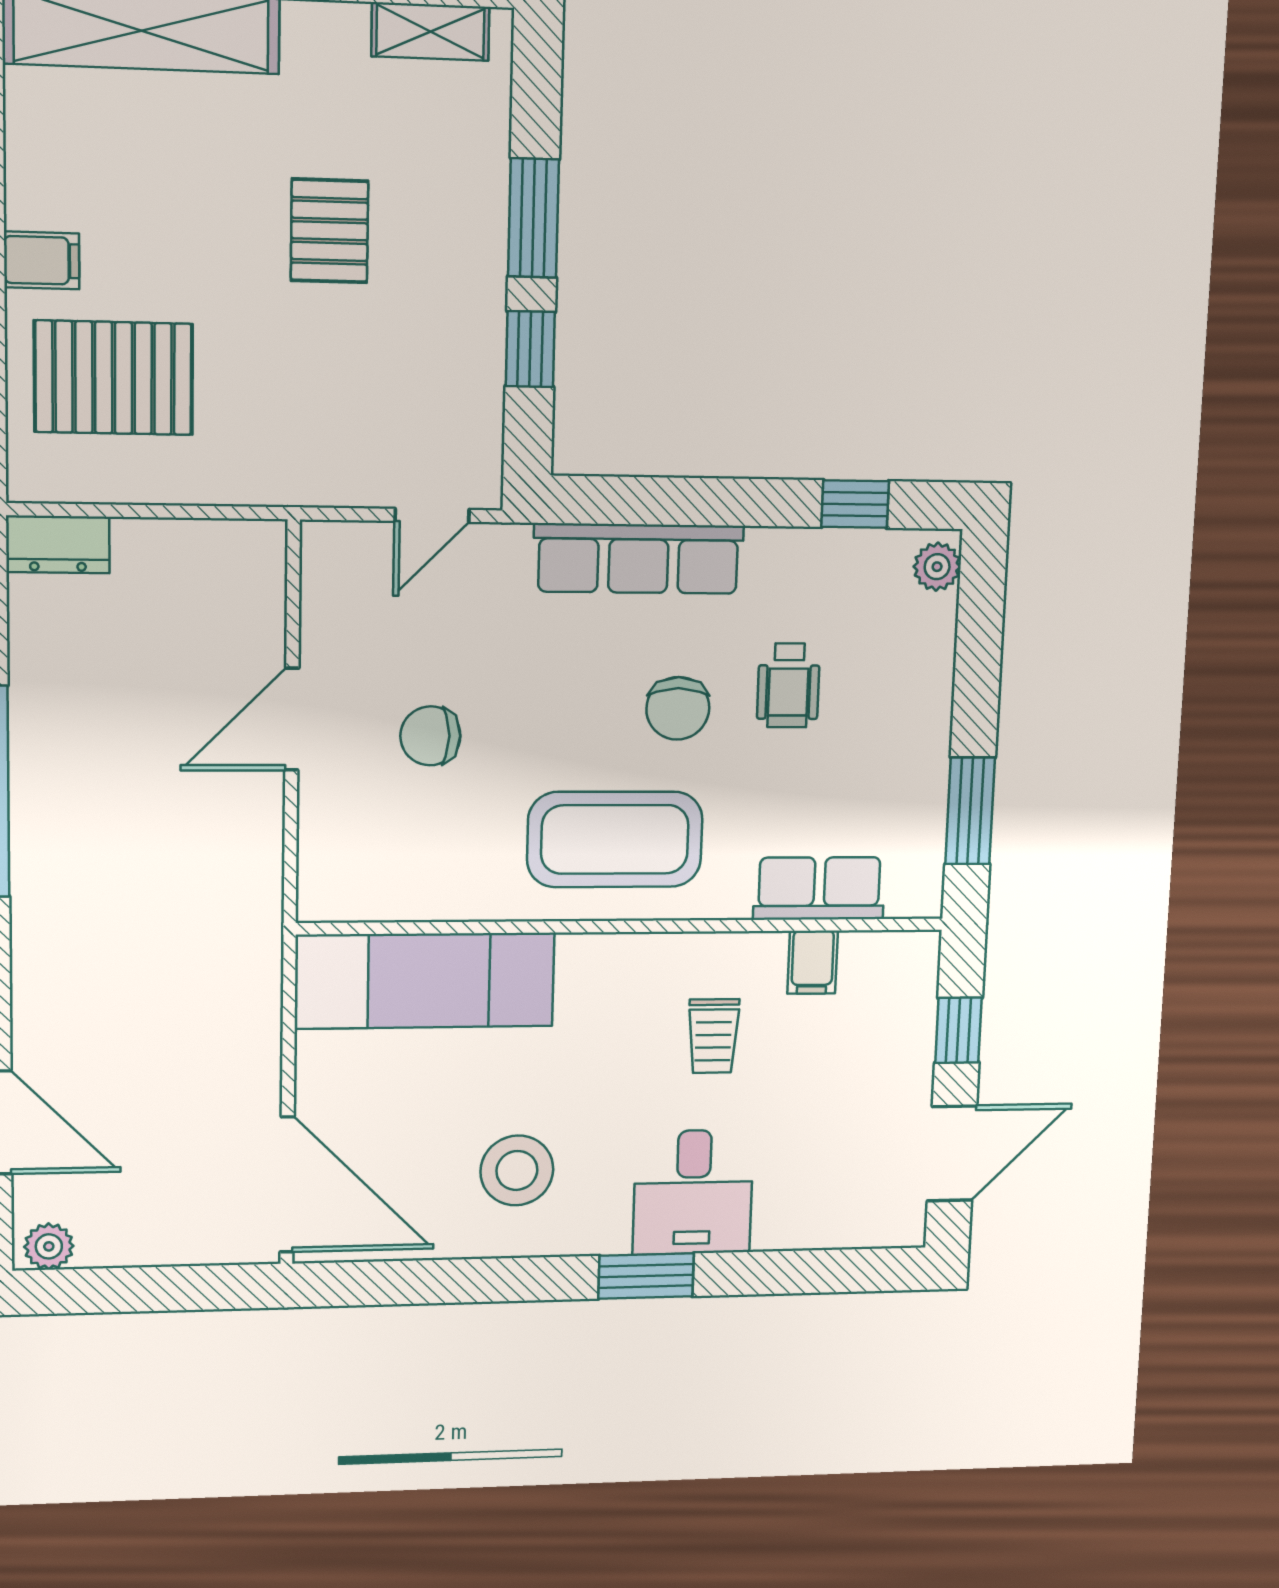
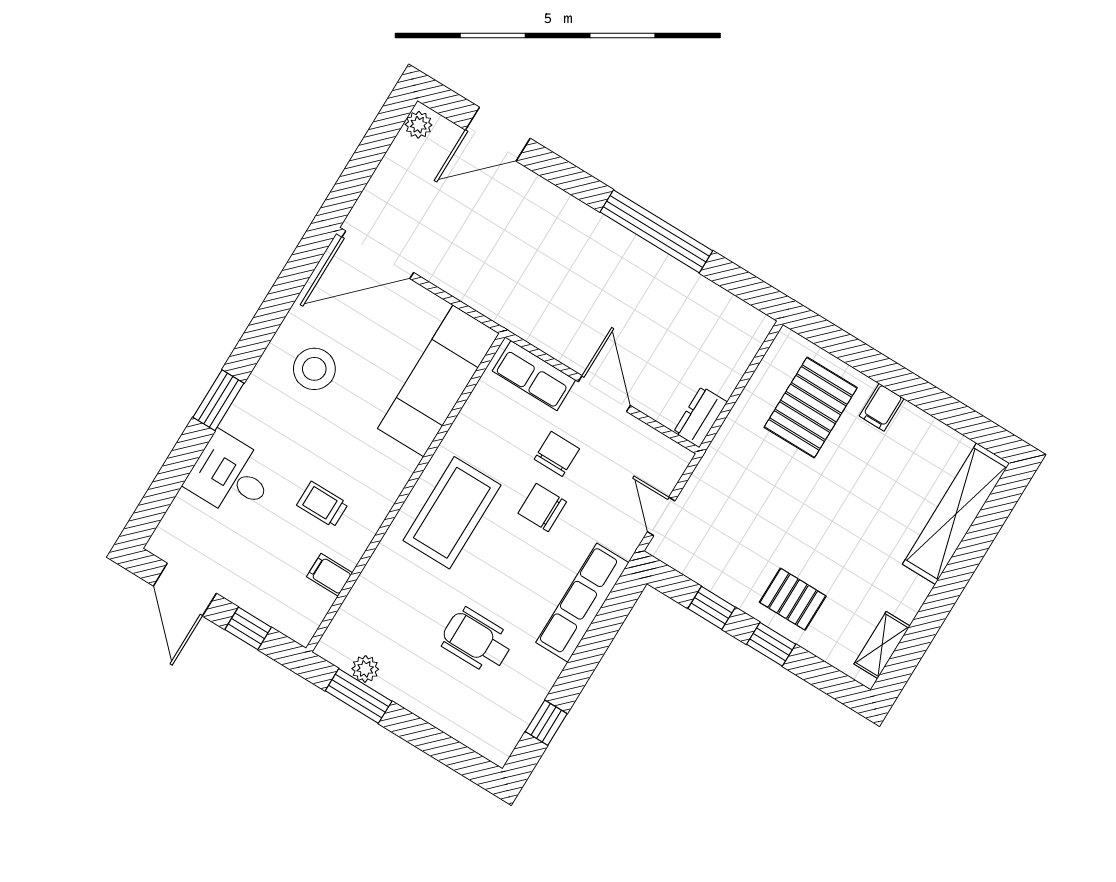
window: (533, 218) -> (771, 644), width x0.67
pallet: (329, 231) -> (793, 599), moved
dresser: (58, 544) -> (700, 417), moved
plant: (937, 567) -> (365, 669), moved
wheelchair: (788, 685) -> (477, 641), width x1.36, depth x1.37
chair: (678, 708) -> (542, 507), moved
row of seats: (819, 888) -> (534, 376), moved, turned 90
desk: (693, 1192) -> (231, 476), moved

